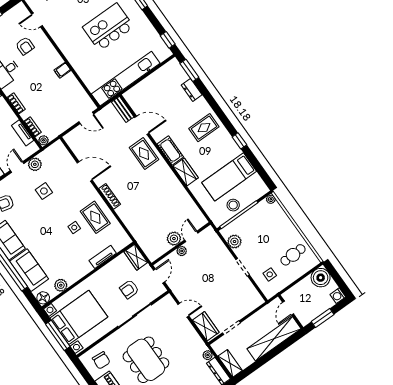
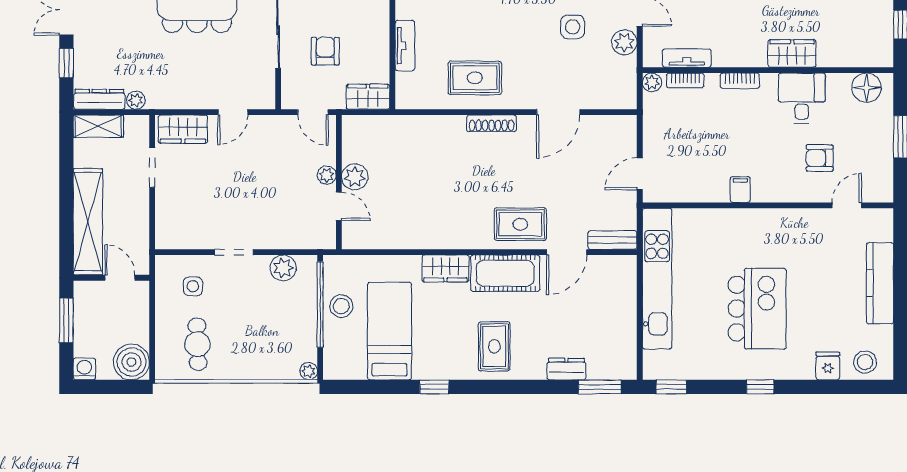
cot: (170, 150) -> (505, 273), width x1.37, depth x1.34
side table: (74, 228) -> (482, 34), removed

